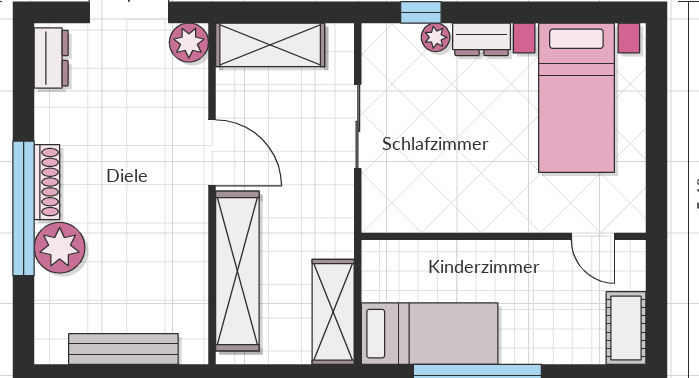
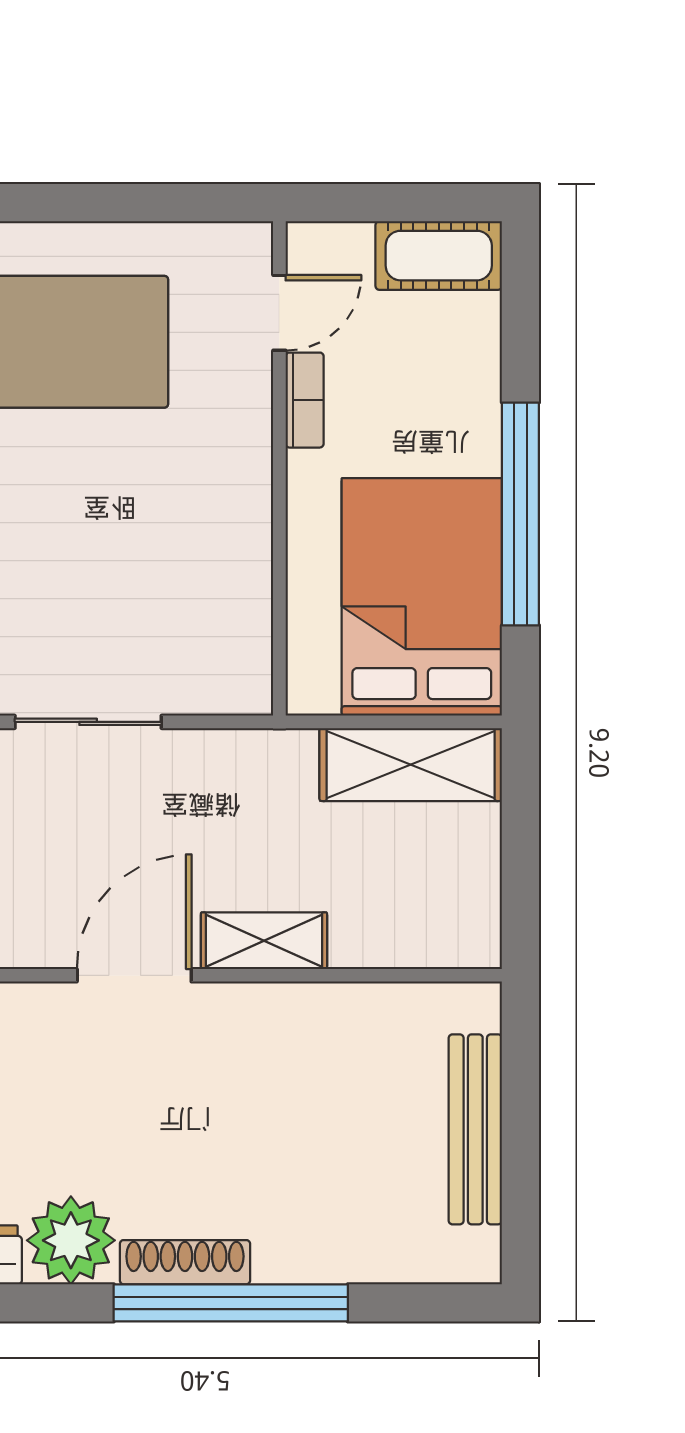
plant: (60, 248) -> (71, 1240), moved
bookcase: (543, 251) -> (305, 400), added
shelving: (237, 271) -> (264, 941), width x0.45, depth x0.75
bed: (430, 334) -> (422, 597), width x1.50

